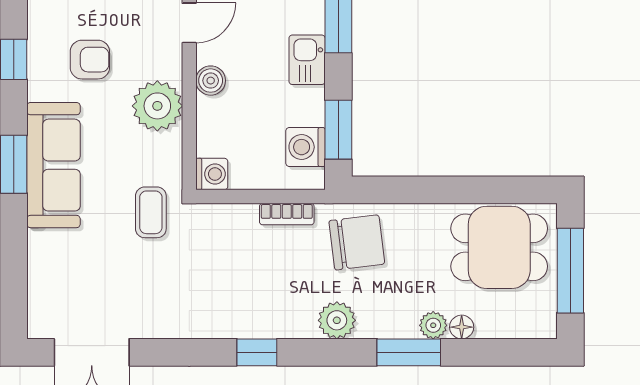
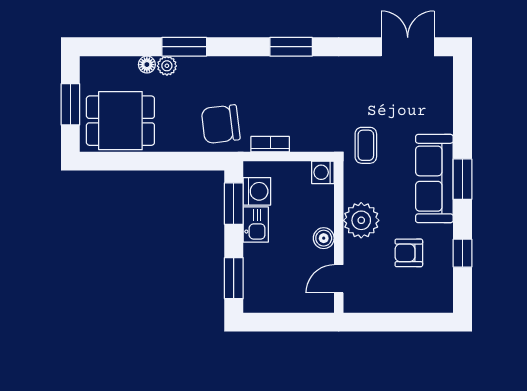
kitchen sink: (307, 60) -> (256, 225), moved
window: (570, 271) -> (70, 104), width x0.69
plant: (337, 320) -> (235, 69), removed
window: (257, 352) -> (291, 47), width x1.50

